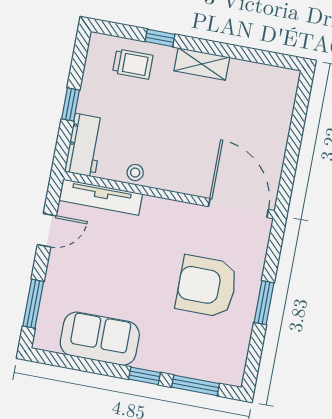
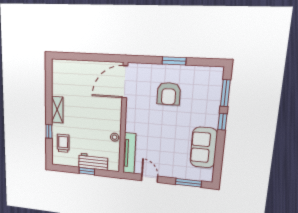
workbench: (85, 145) -> (93, 162), moved
armchair: (207, 286) -> (169, 94), width x0.73, depth x0.73

